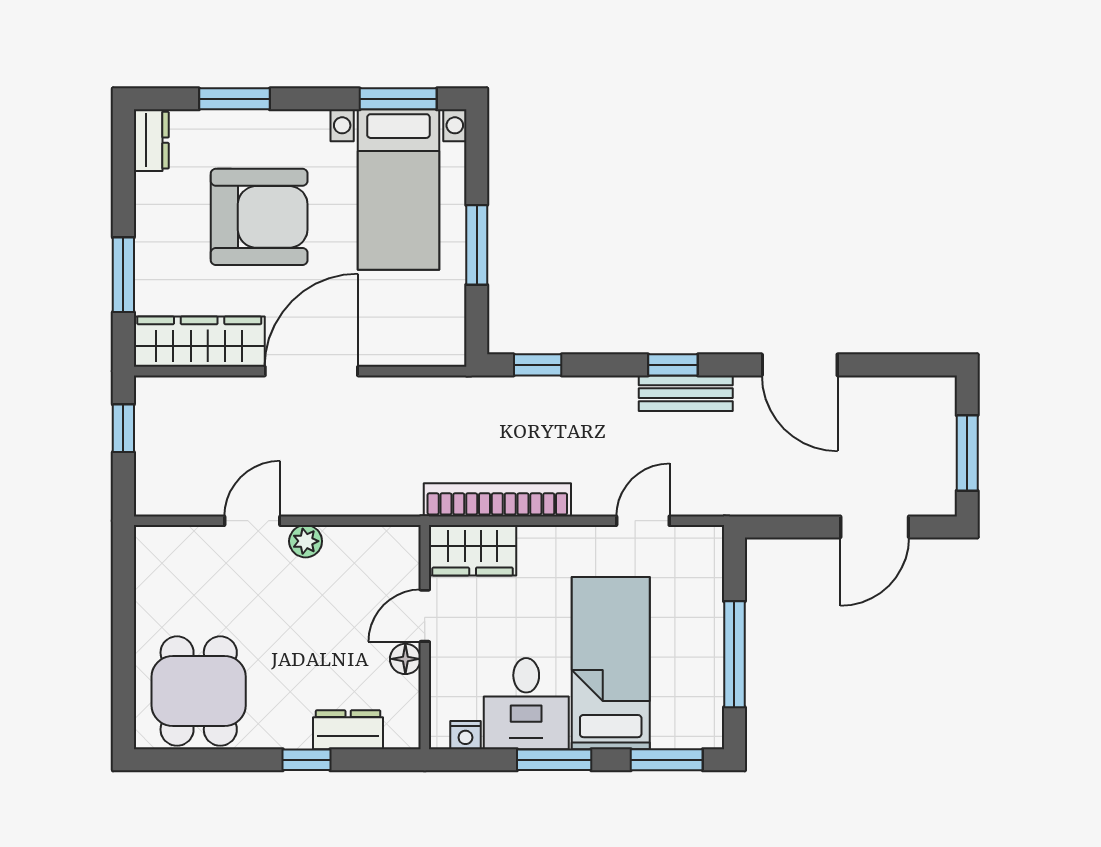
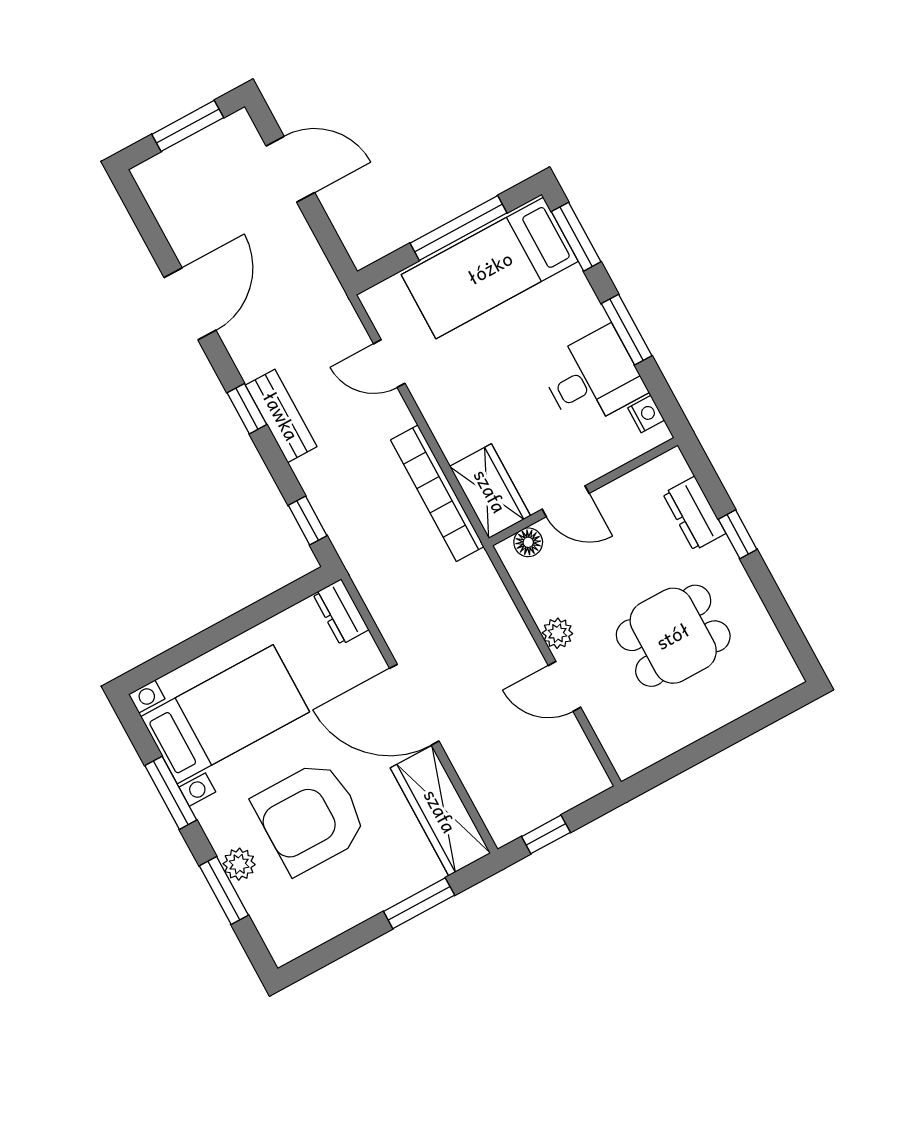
window: (398, 99) -> (171, 793), moved
plant: (251, 127) -> (239, 864), added
dresser: (151, 140) -> (341, 612), moved, turned -90
armchair: (259, 217) -> (310, 817), turned -90
window: (477, 245) -> (236, 625), removed
bench: (686, 393) -> (281, 416), moved
floor lamp: (405, 659) -> (528, 542), moved
bed: (611, 663) -> (490, 268), moved
dining table: (199, 691) -> (673, 636), moved

